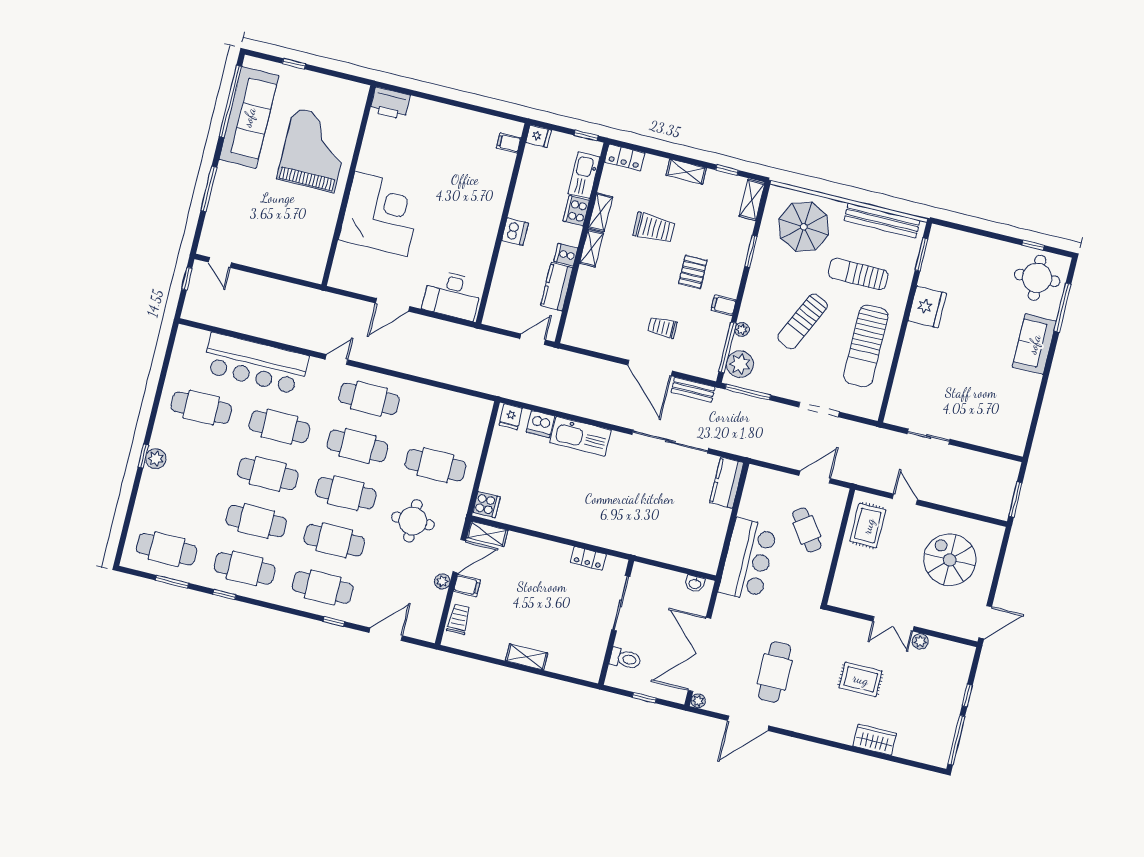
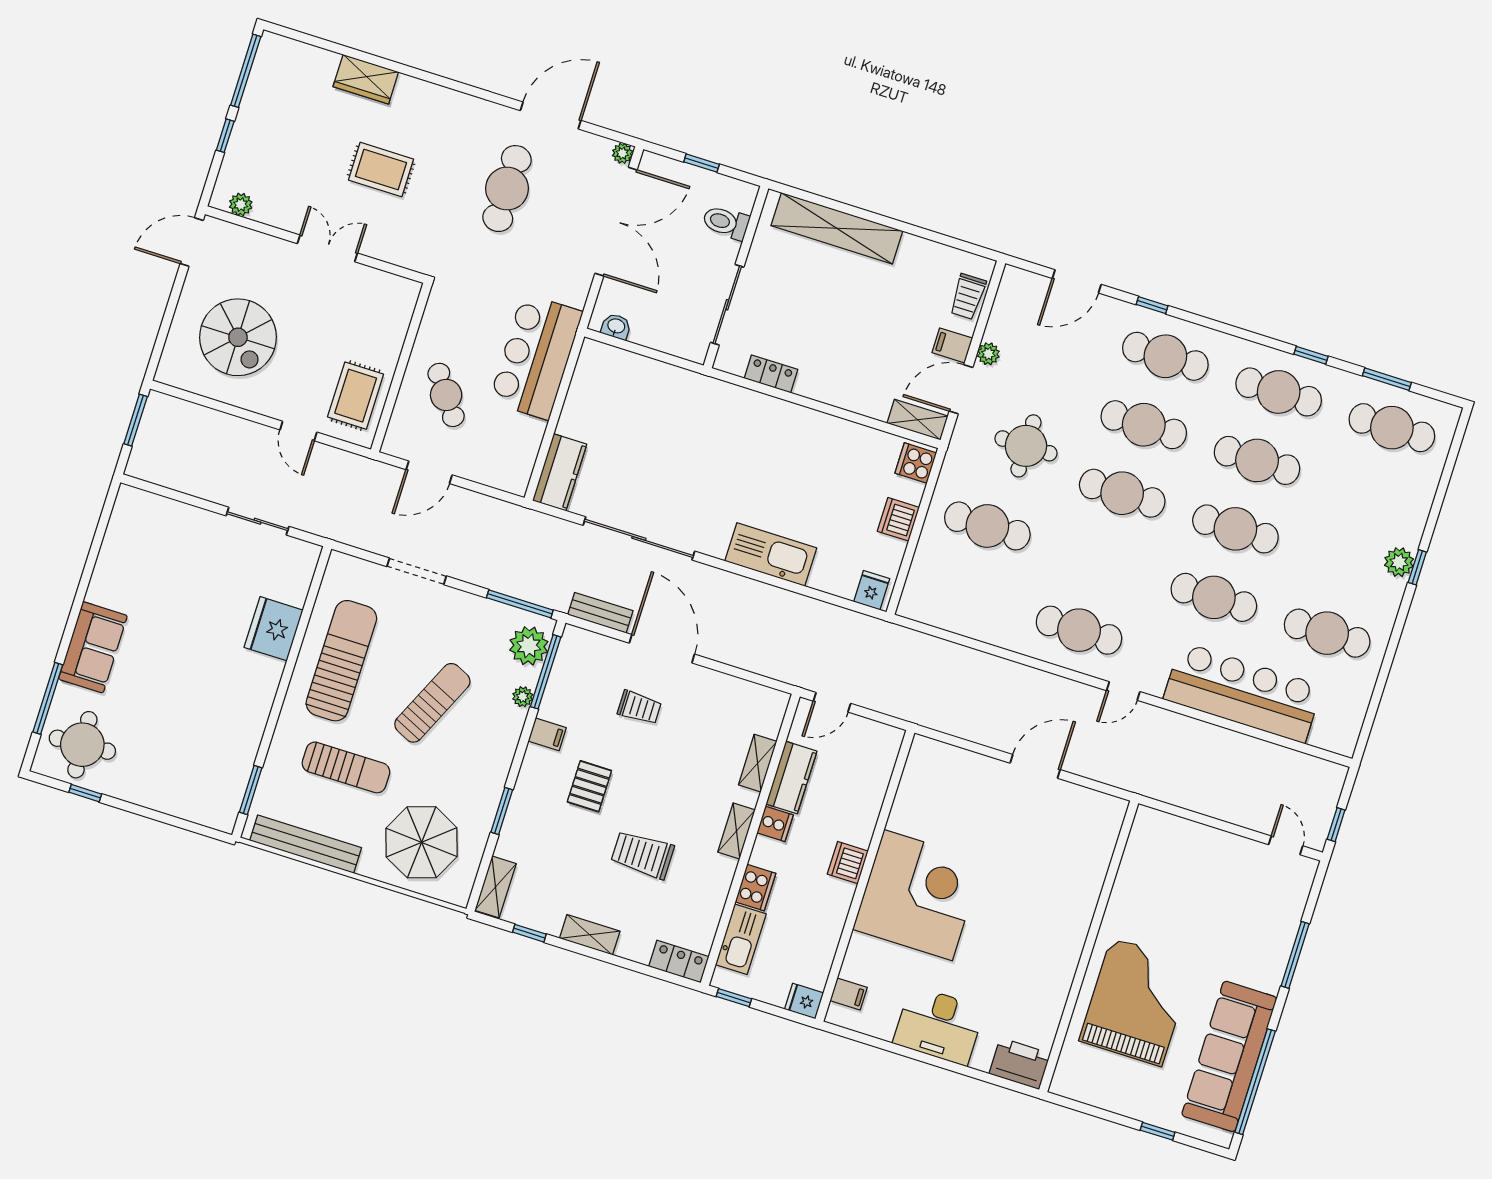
grand piano: (314, 150) -> (1136, 1002), turned 180
shelving: (601, 212) -> (758, 763), moved
corner desk: (381, 214) -> (918, 895), moved, turned 180
desk: (452, 295) -> (939, 1026), moved, turned 180
fridge: (927, 307) -> (274, 629), moved
dishwasher: (540, 424) -> (898, 519), moved, turned -90
cafe table: (357, 446) -> (1101, 562), removed
plant: (920, 641) -> (241, 204), moved
shelving: (526, 657) -> (837, 228), width x2.20, depth x1.33

